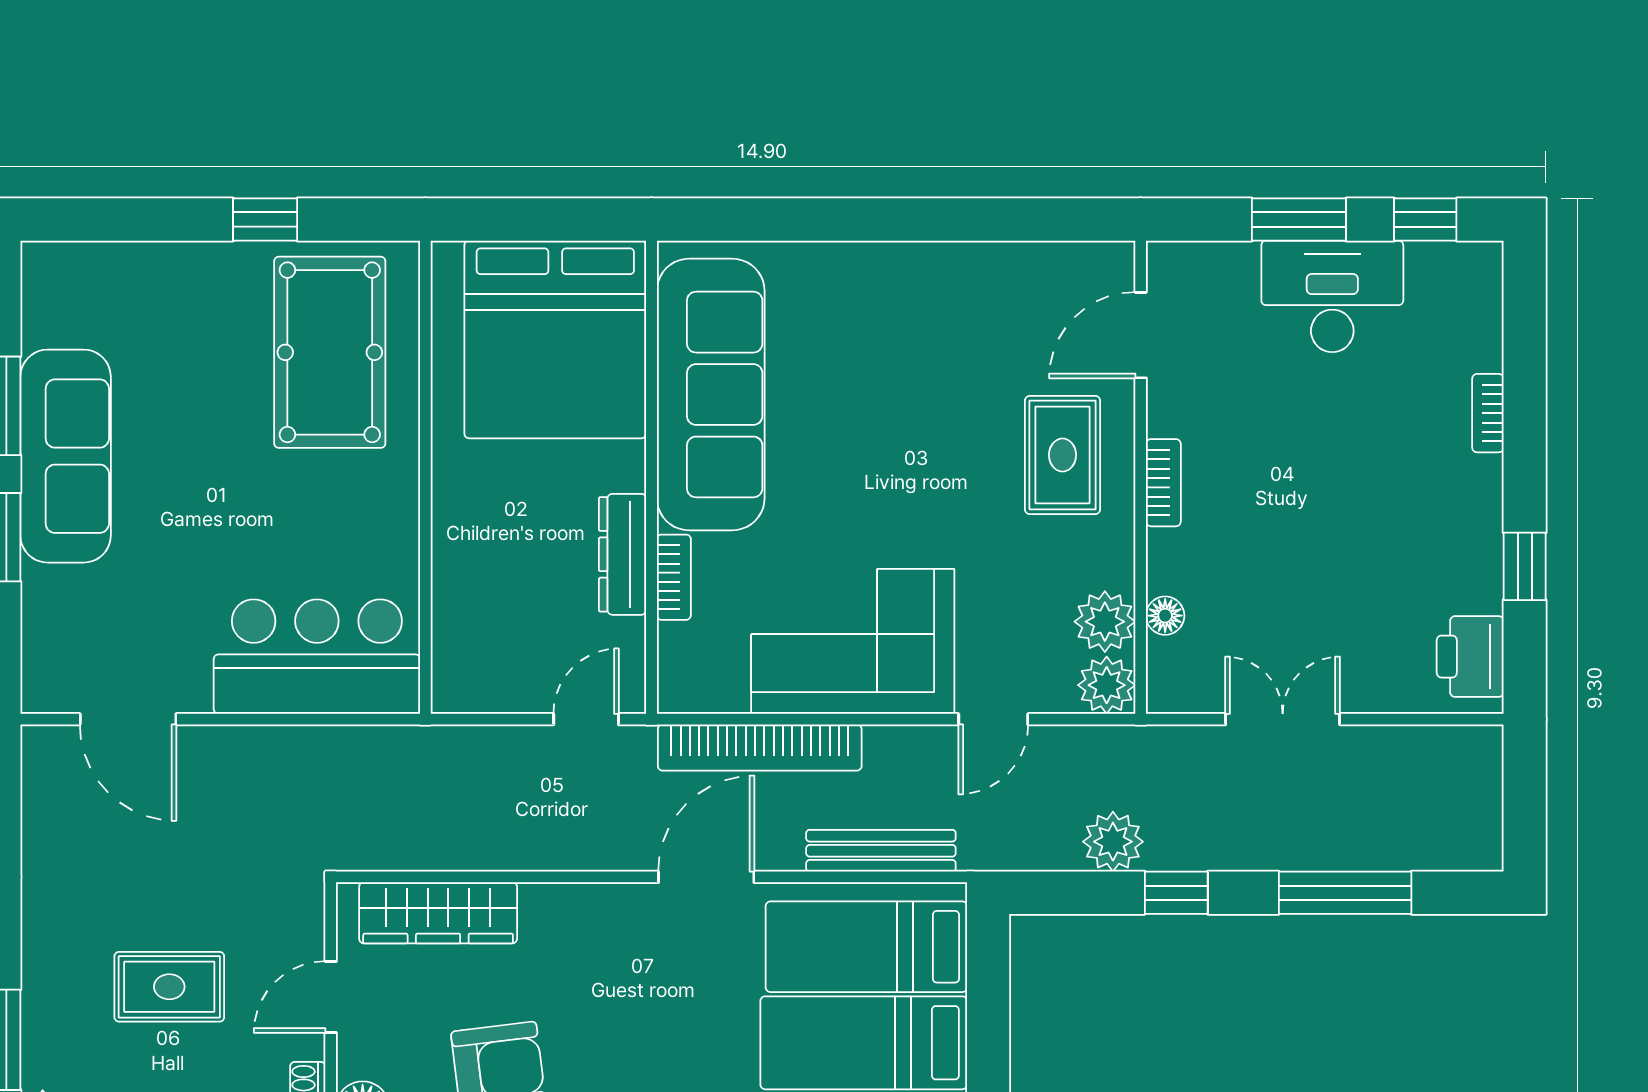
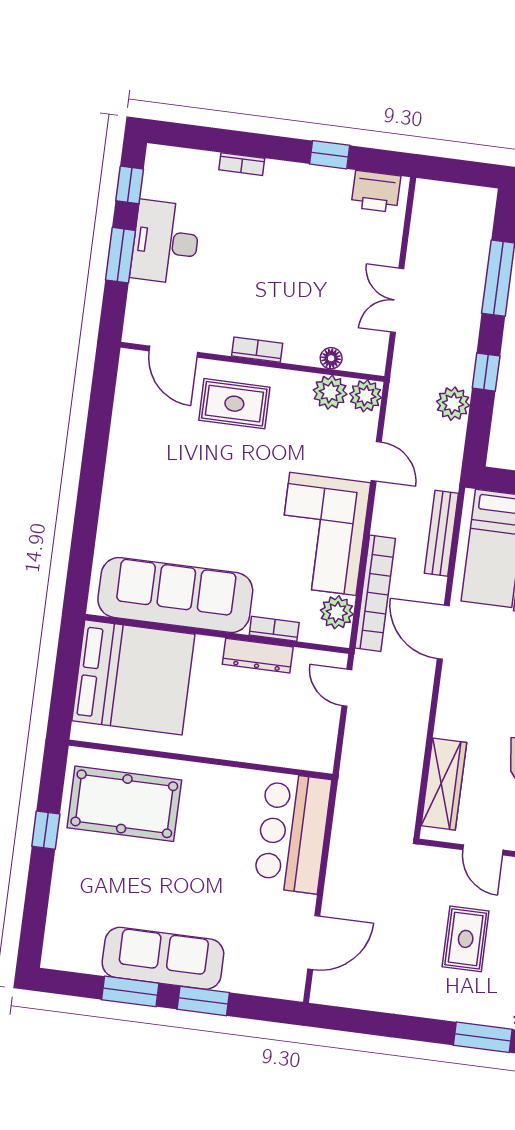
plant: (717, 684) -> (337, 612), added

